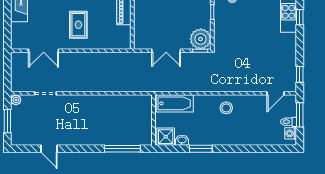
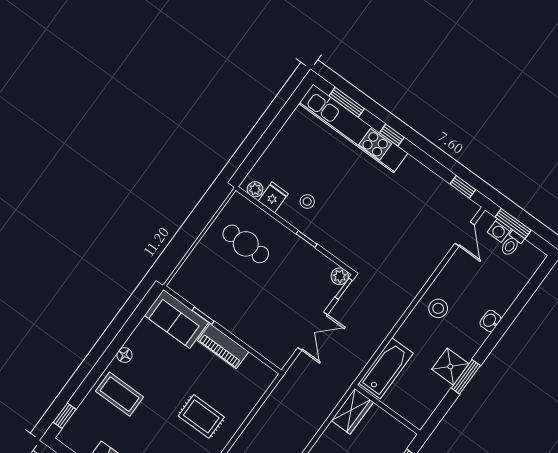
plant: (201, 39) -> (340, 276), width x0.53, depth x0.53
wardrobe: (139, 102) -> (352, 411), added
washing machine: (291, 133) -> (499, 231), moved
shower: (166, 137) -> (450, 367), moved
washbasin: (182, 140) -> (490, 321), moved

